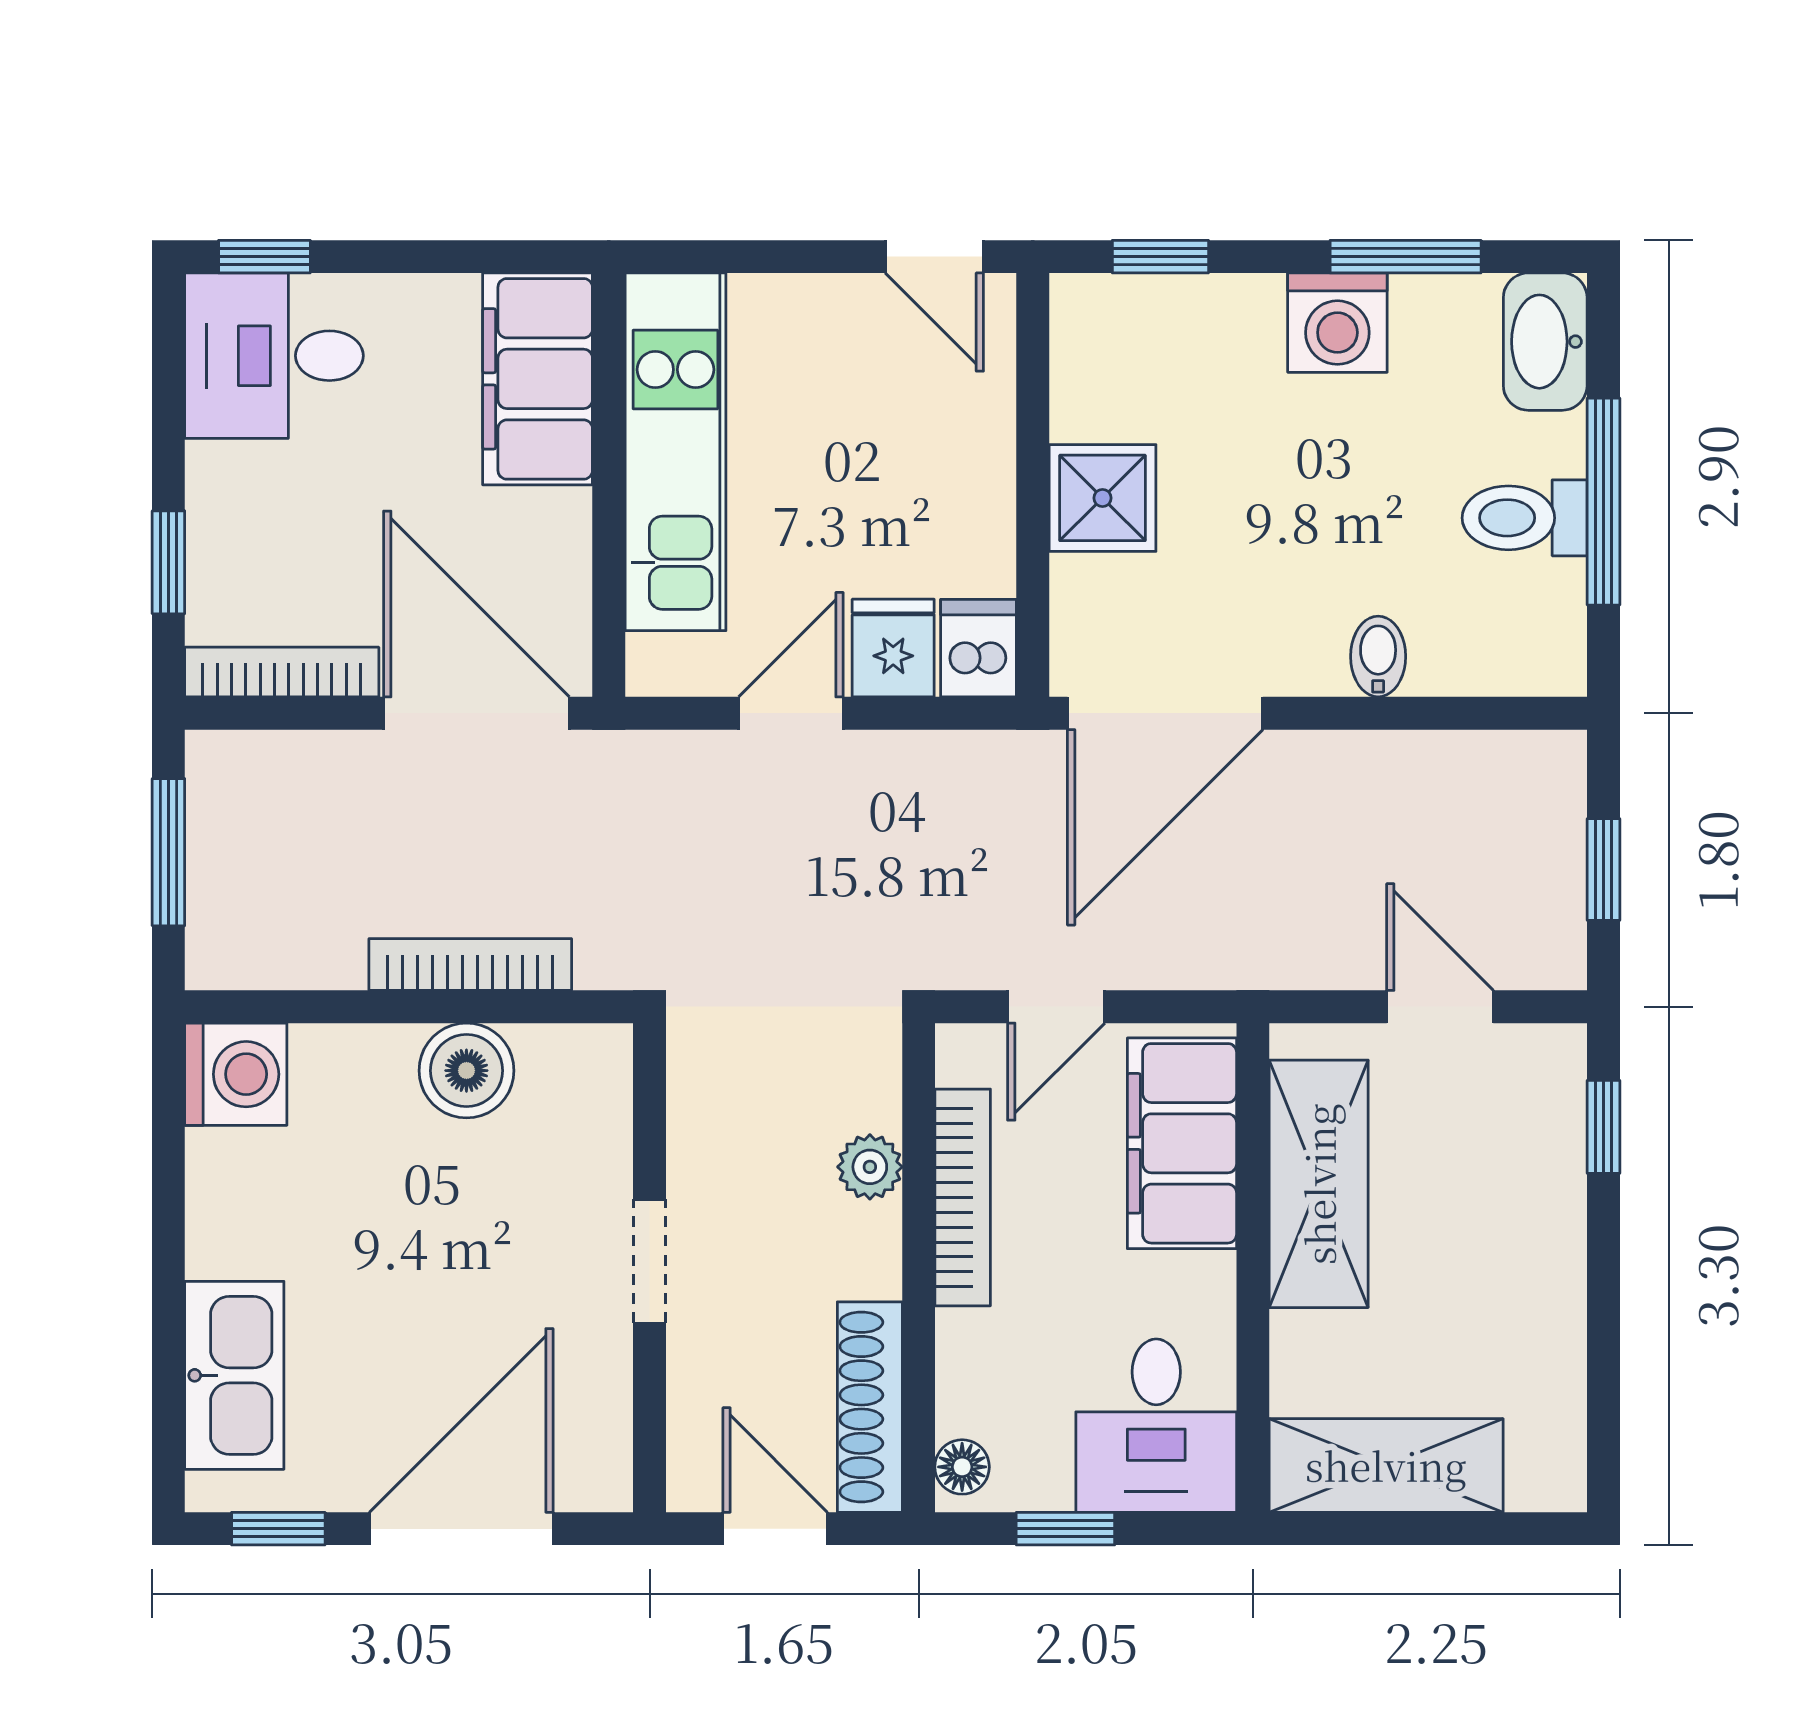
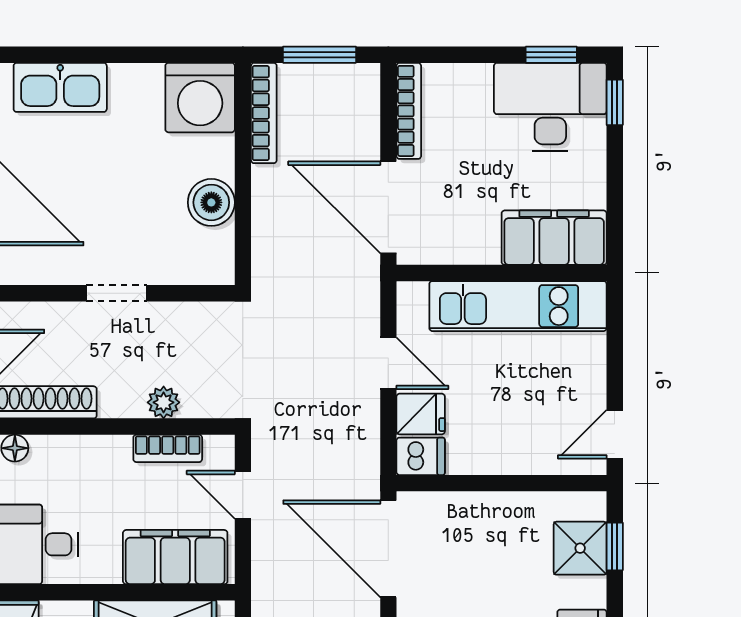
desk: (274, 356) -> (550, 107), width x1.37
shower: (1103, 498) -> (580, 548), moved
window: (168, 562) -> (551, 55), moved
door: (477, 713) -> (388, 207), swing flipped
bookcase: (470, 965) -> (264, 113), moved
washing machine: (236, 1074) -> (200, 98), width x1.37, depth x1.37
bookcase: (963, 1197) -> (168, 448), width x0.64

